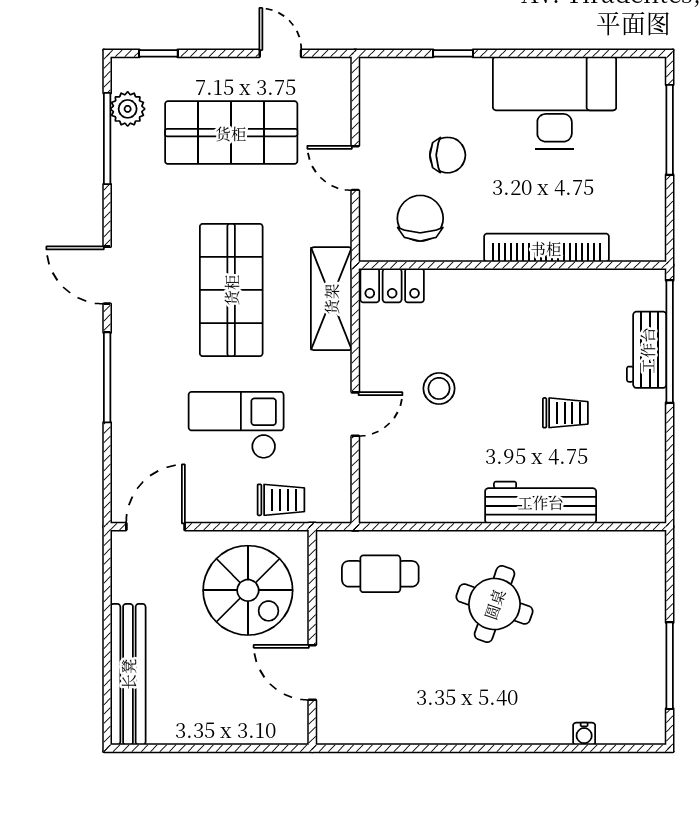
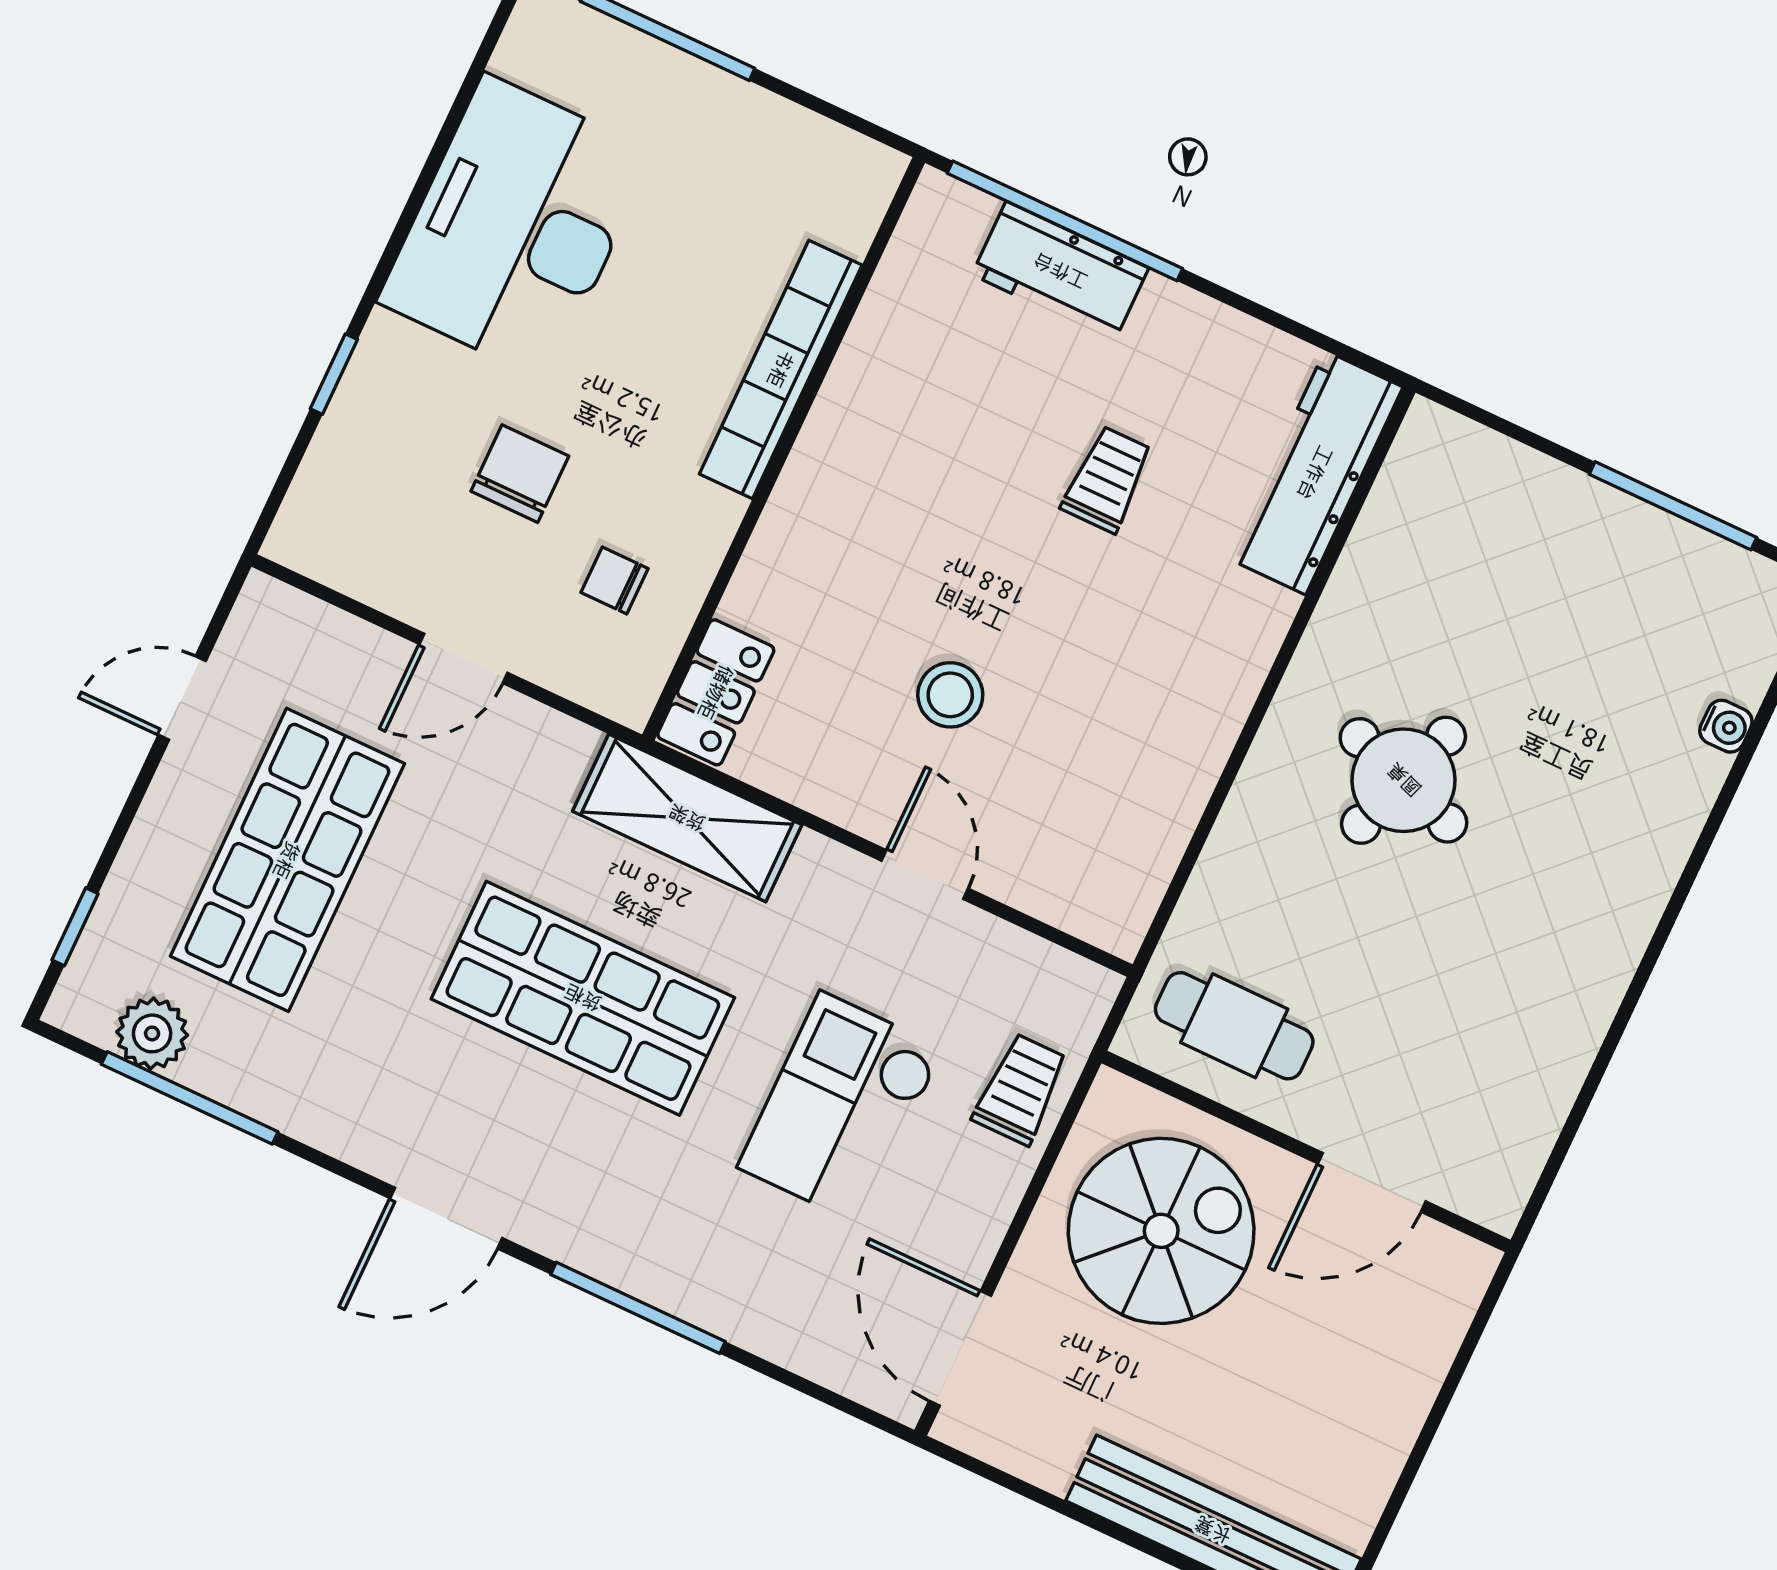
chair: (420, 218) -> (614, 580), width x0.54, depth x0.54
workbench: (541, 502) -> (1315, 473), moved
cafe table: (380, 574) -> (1234, 1026), moved, turned 90

